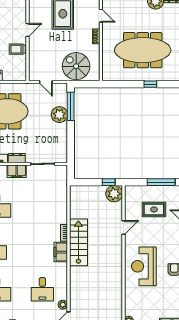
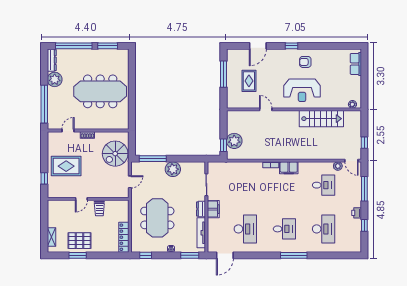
door: (28, 30) -> (81, 199), swing flipped
meeting table: (143, 50) -> (100, 91), turned 90
window: (150, 84) -> (132, 84), removed
plant: (59, 115) -> (173, 169), moved
window: (109, 182) -> (223, 145), moved
plant: (114, 194) -> (234, 141), moved
stairs: (78, 242) -> (321, 119), moved, turned 180

